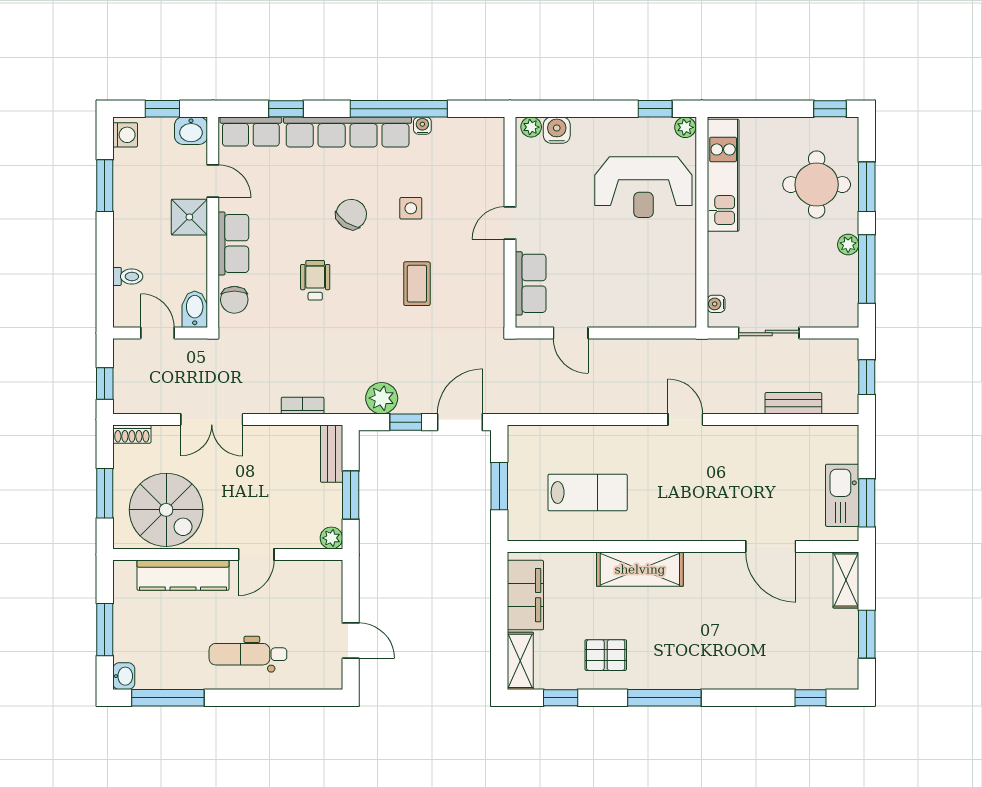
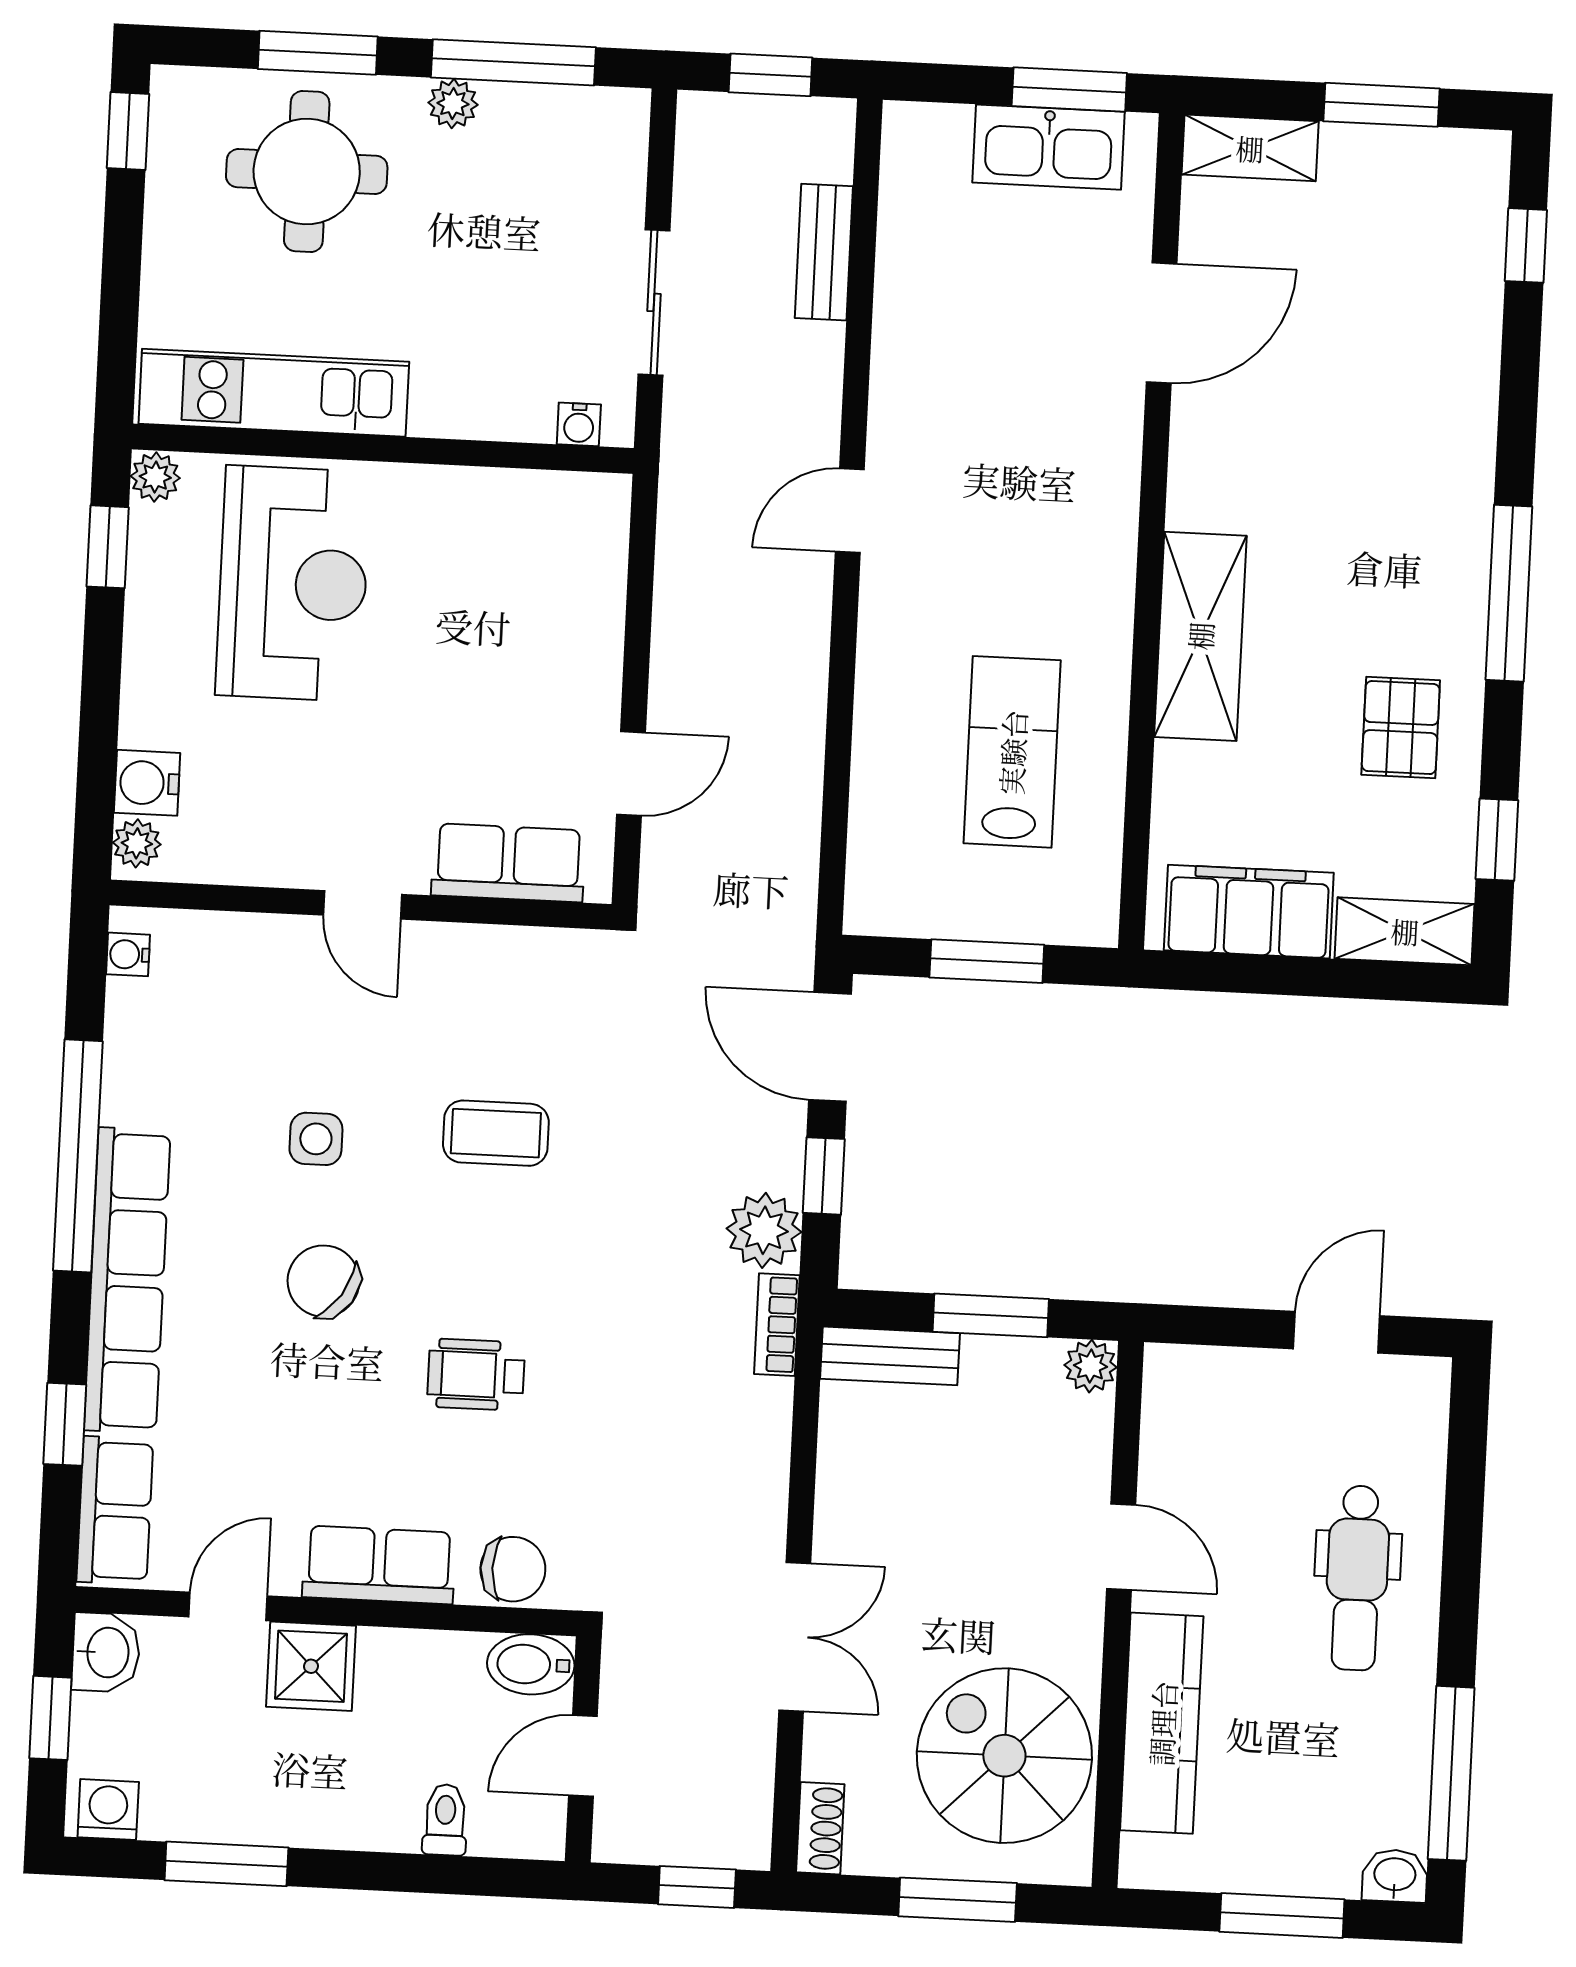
water cooler: (422, 126) -> (128, 954), moved
bookcase: (303, 406) -> (777, 1325), moved
spiral stairs: (166, 510) -> (1004, 1756), turned -90

